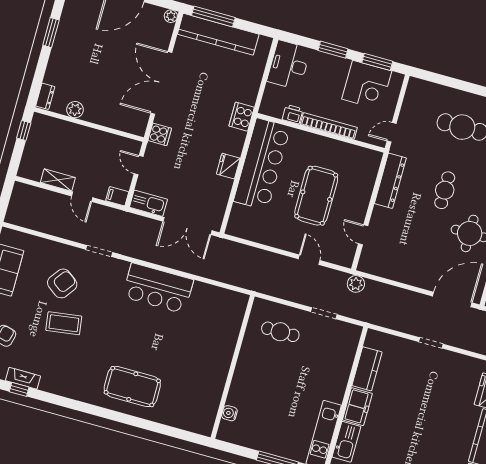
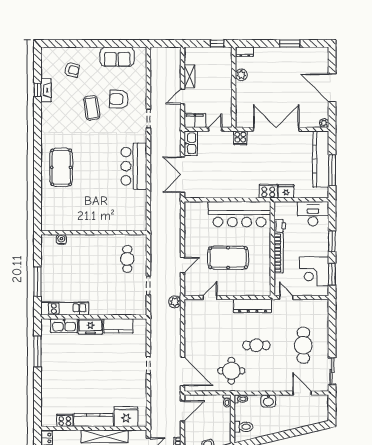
window: (213, 16) -> (332, 170), moved
fridge: (228, 166) -> (286, 191), moved
filing cabinet: (117, 196) -> (195, 120), width x2.00
armchair: (62, 283) -> (119, 99), turned 146

